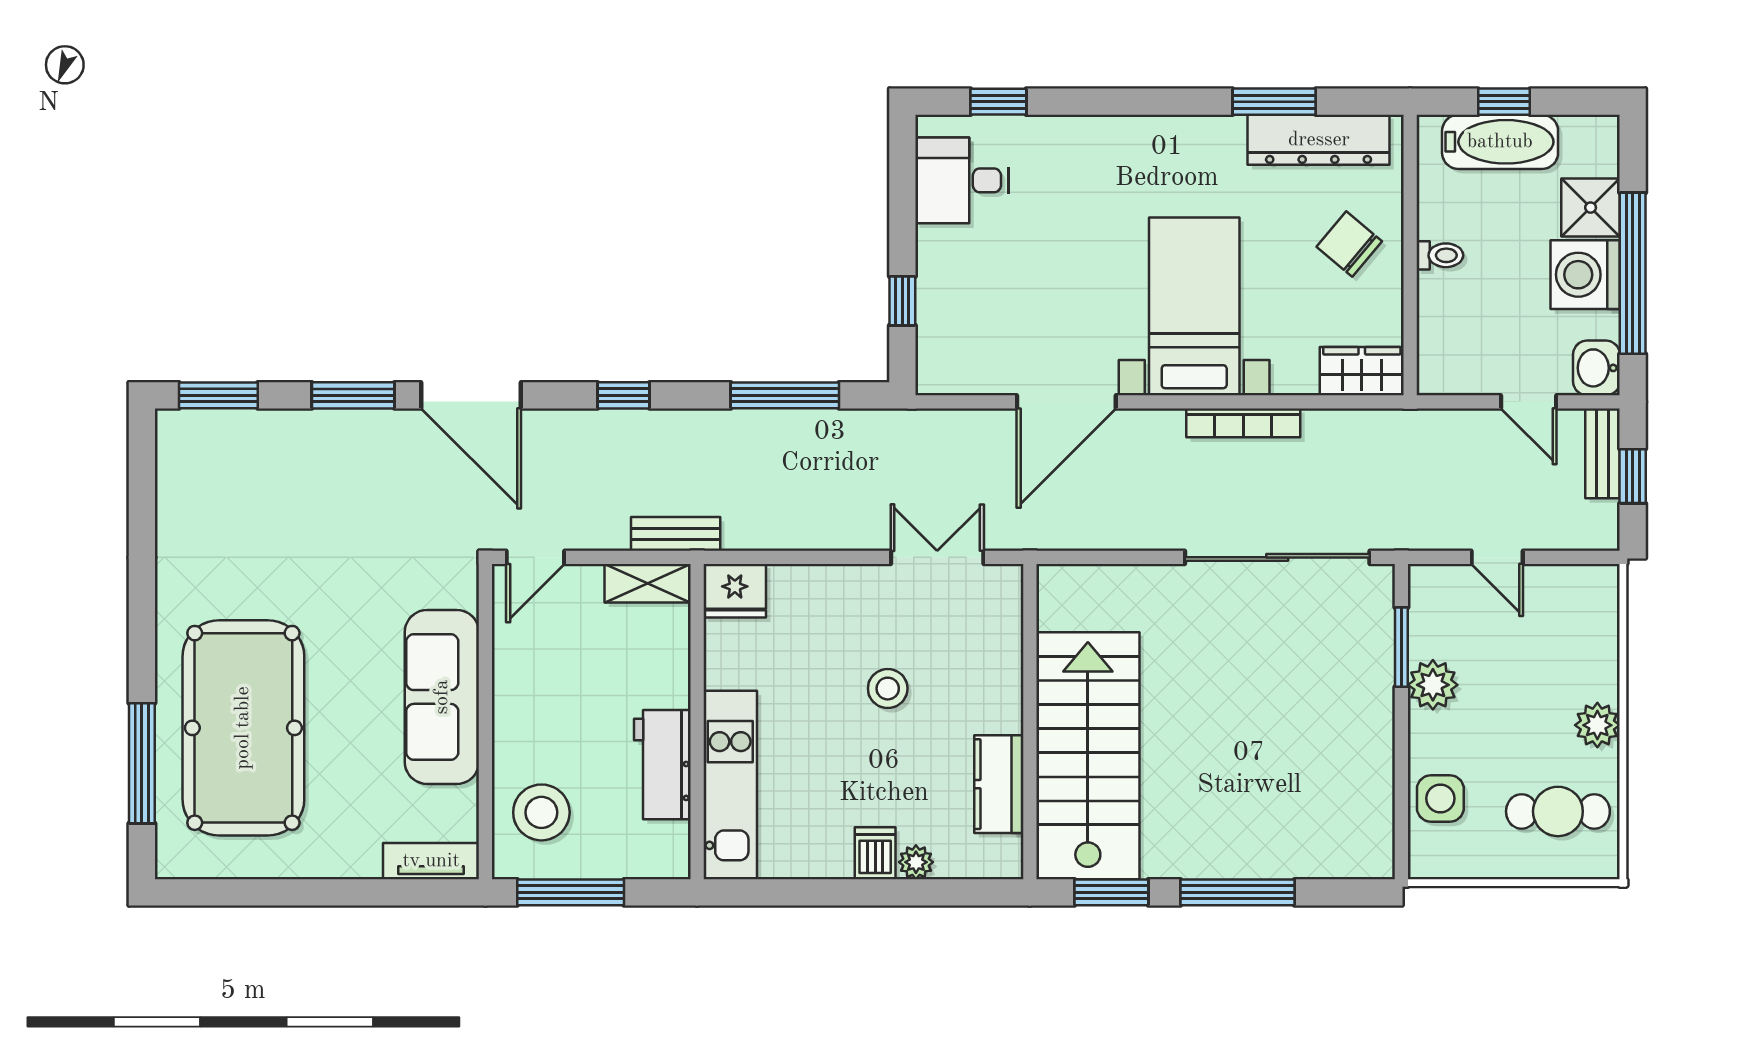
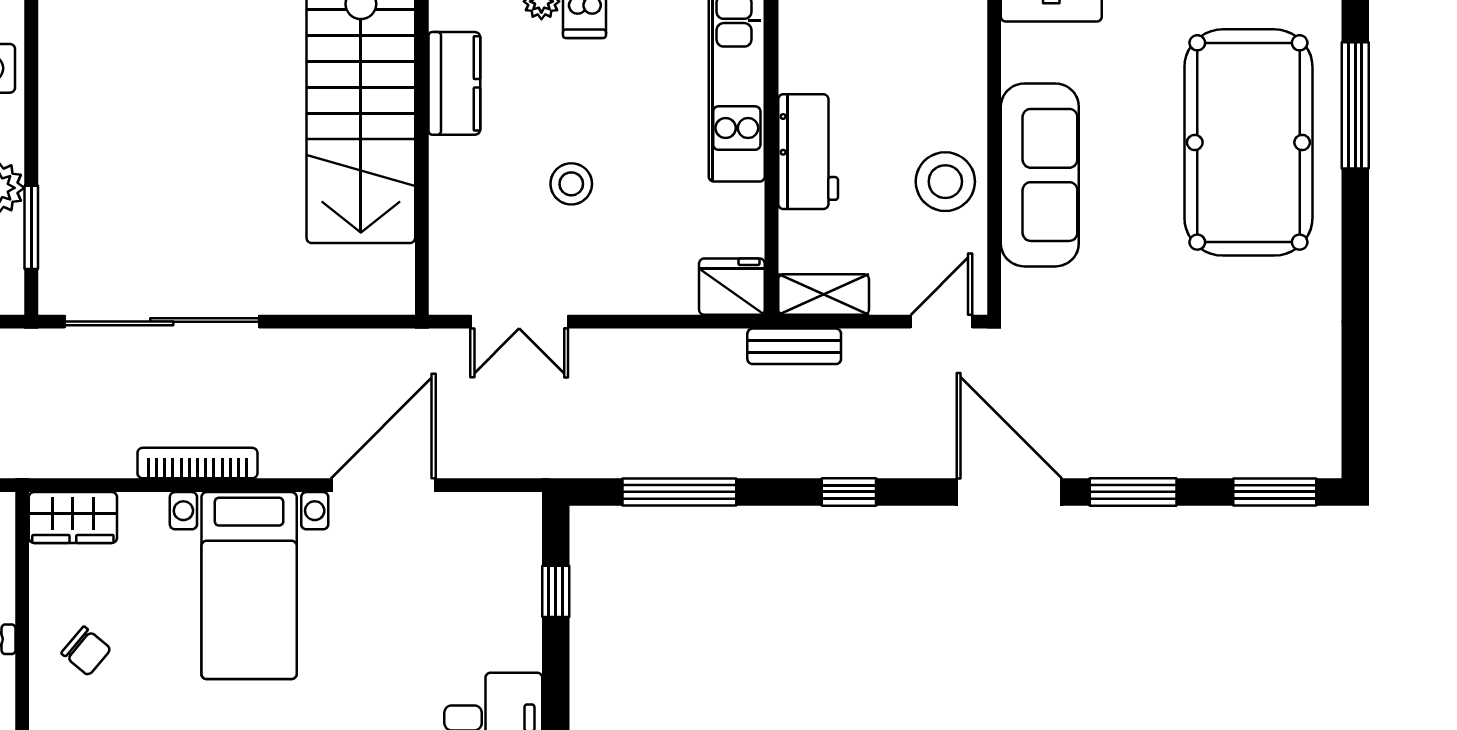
chair: (1349, 244) -> (86, 651), width x0.73, depth x0.73
workbench: (662, 765) -> (808, 152), moved
stool: (541, 812) -> (945, 182), moved

